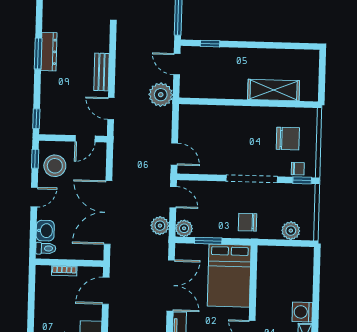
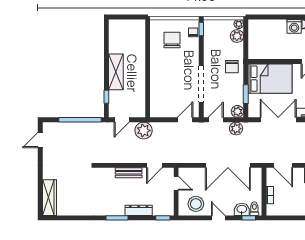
dresser: (49, 52) -> (139, 210), moved
shelving: (274, 90) -> (116, 72), moved
window: (35, 159) -> (249, 218), moved
doorway: (252, 179) -> (201, 84), moved
plant: (308, 234) -> (239, 24), added

